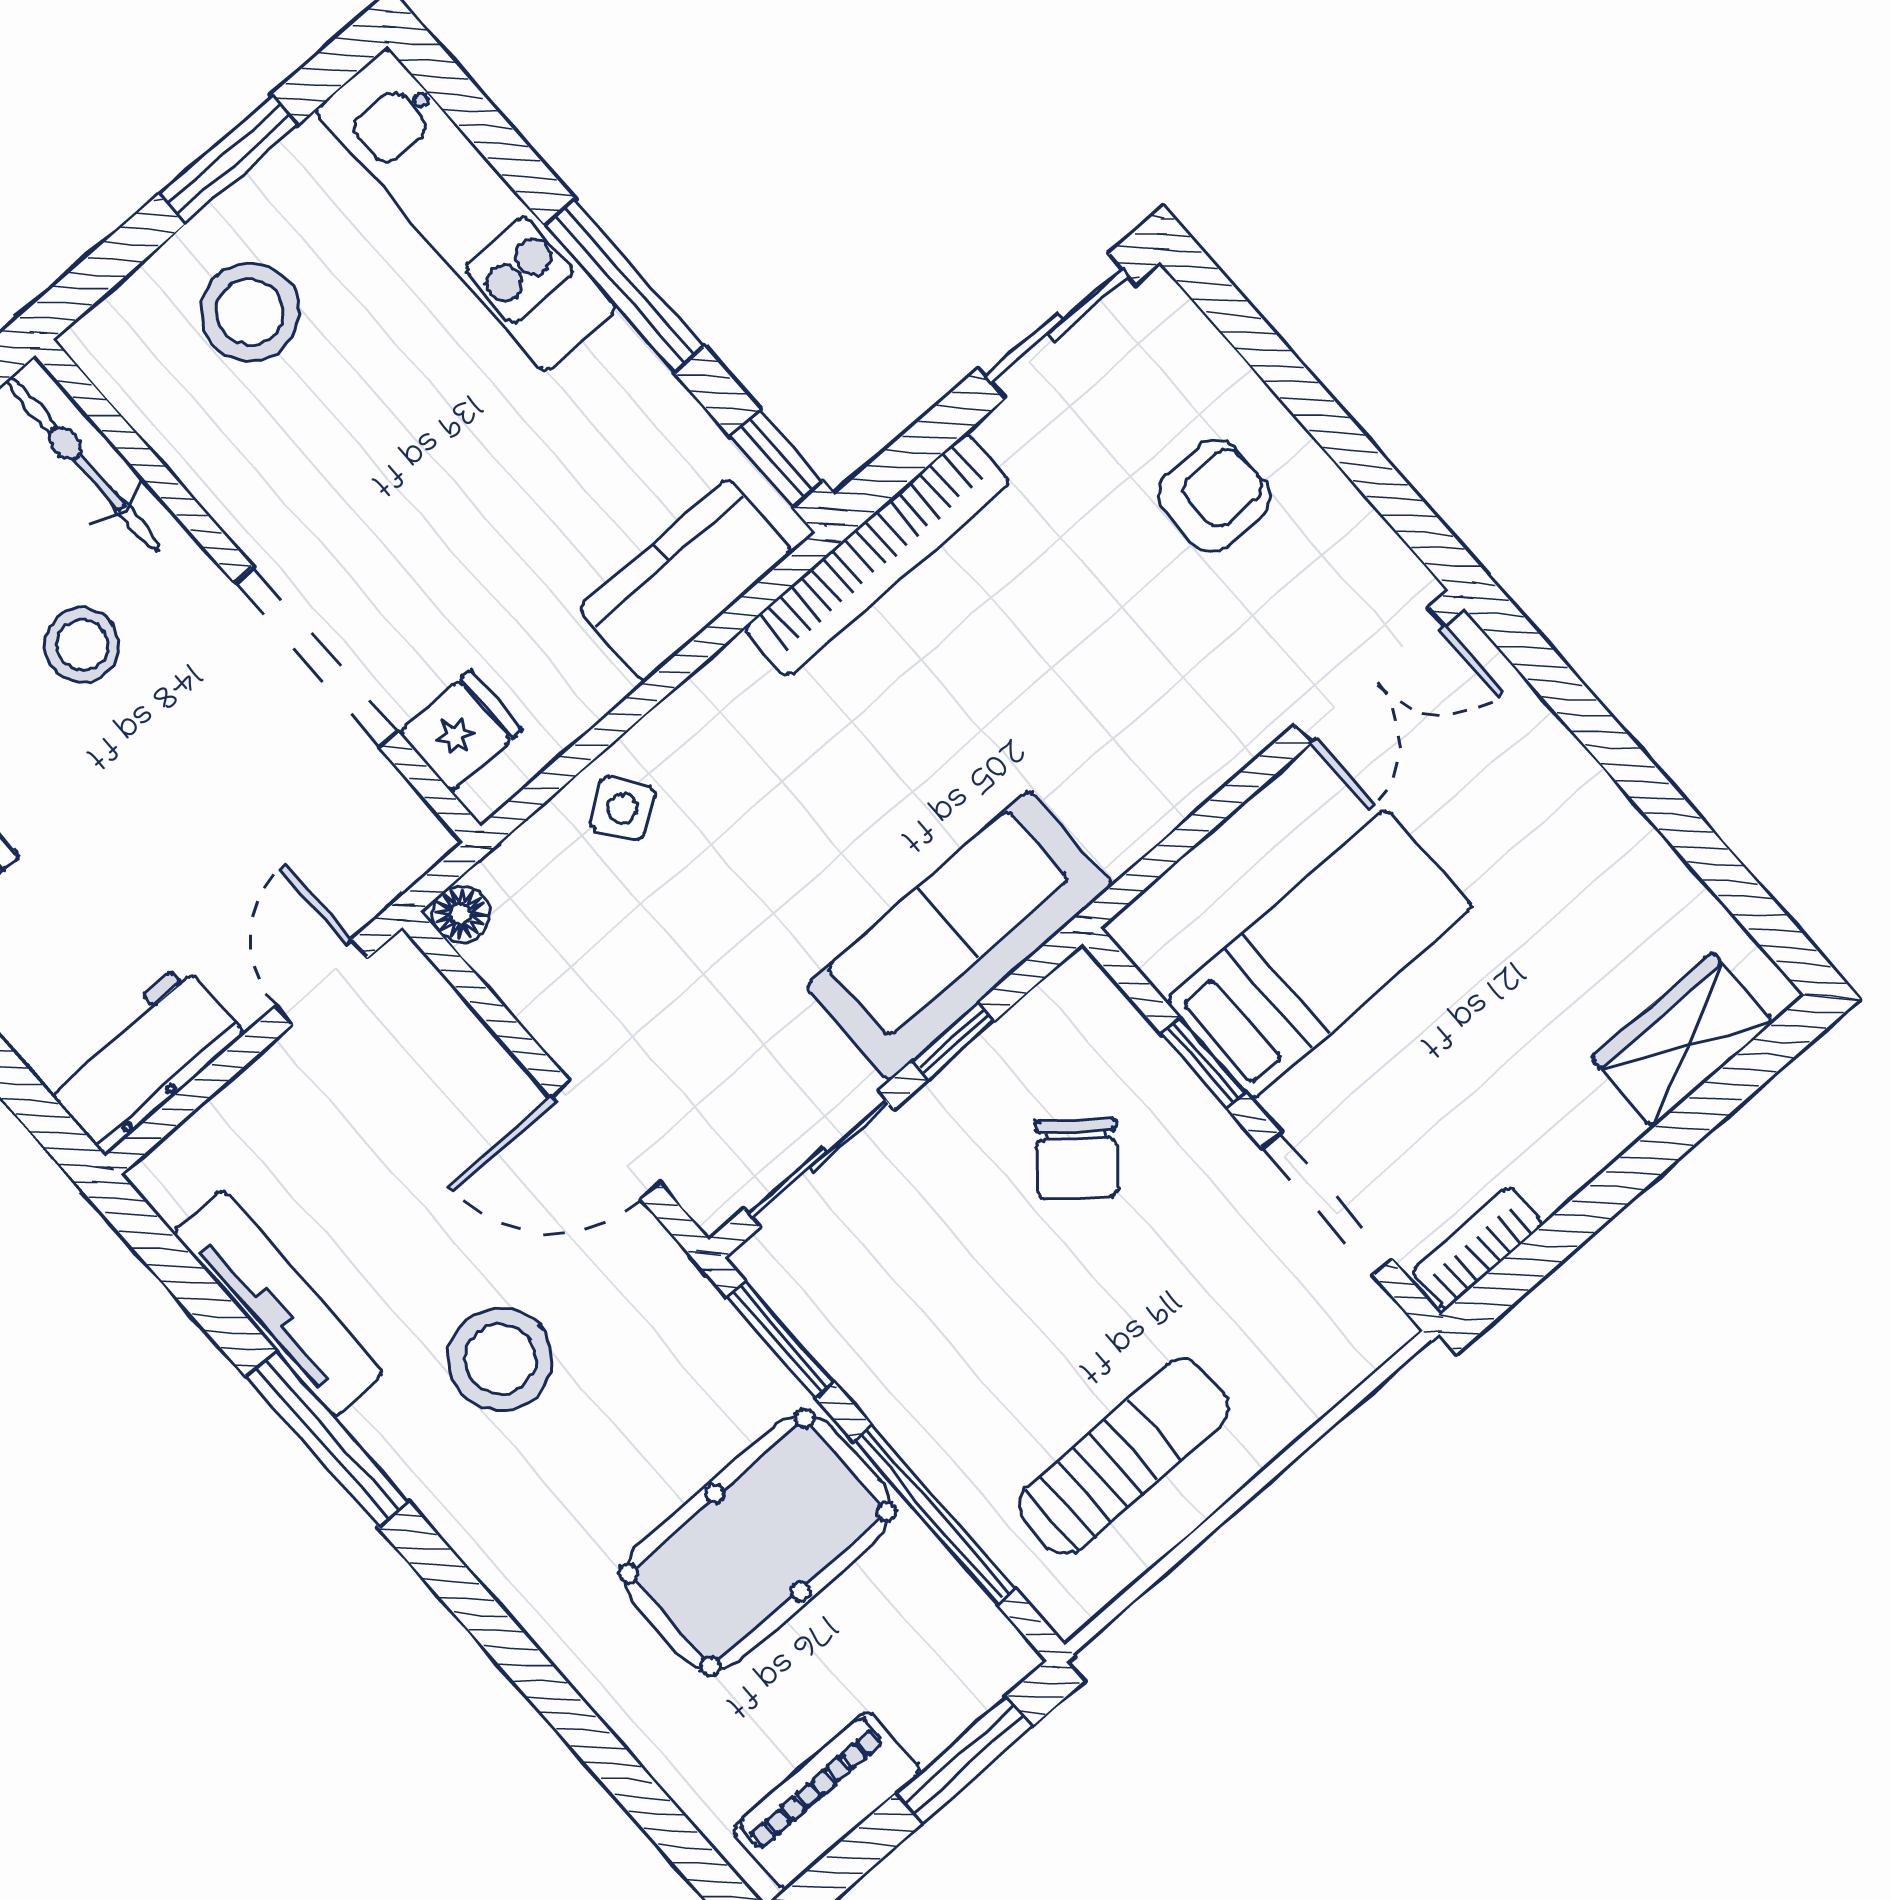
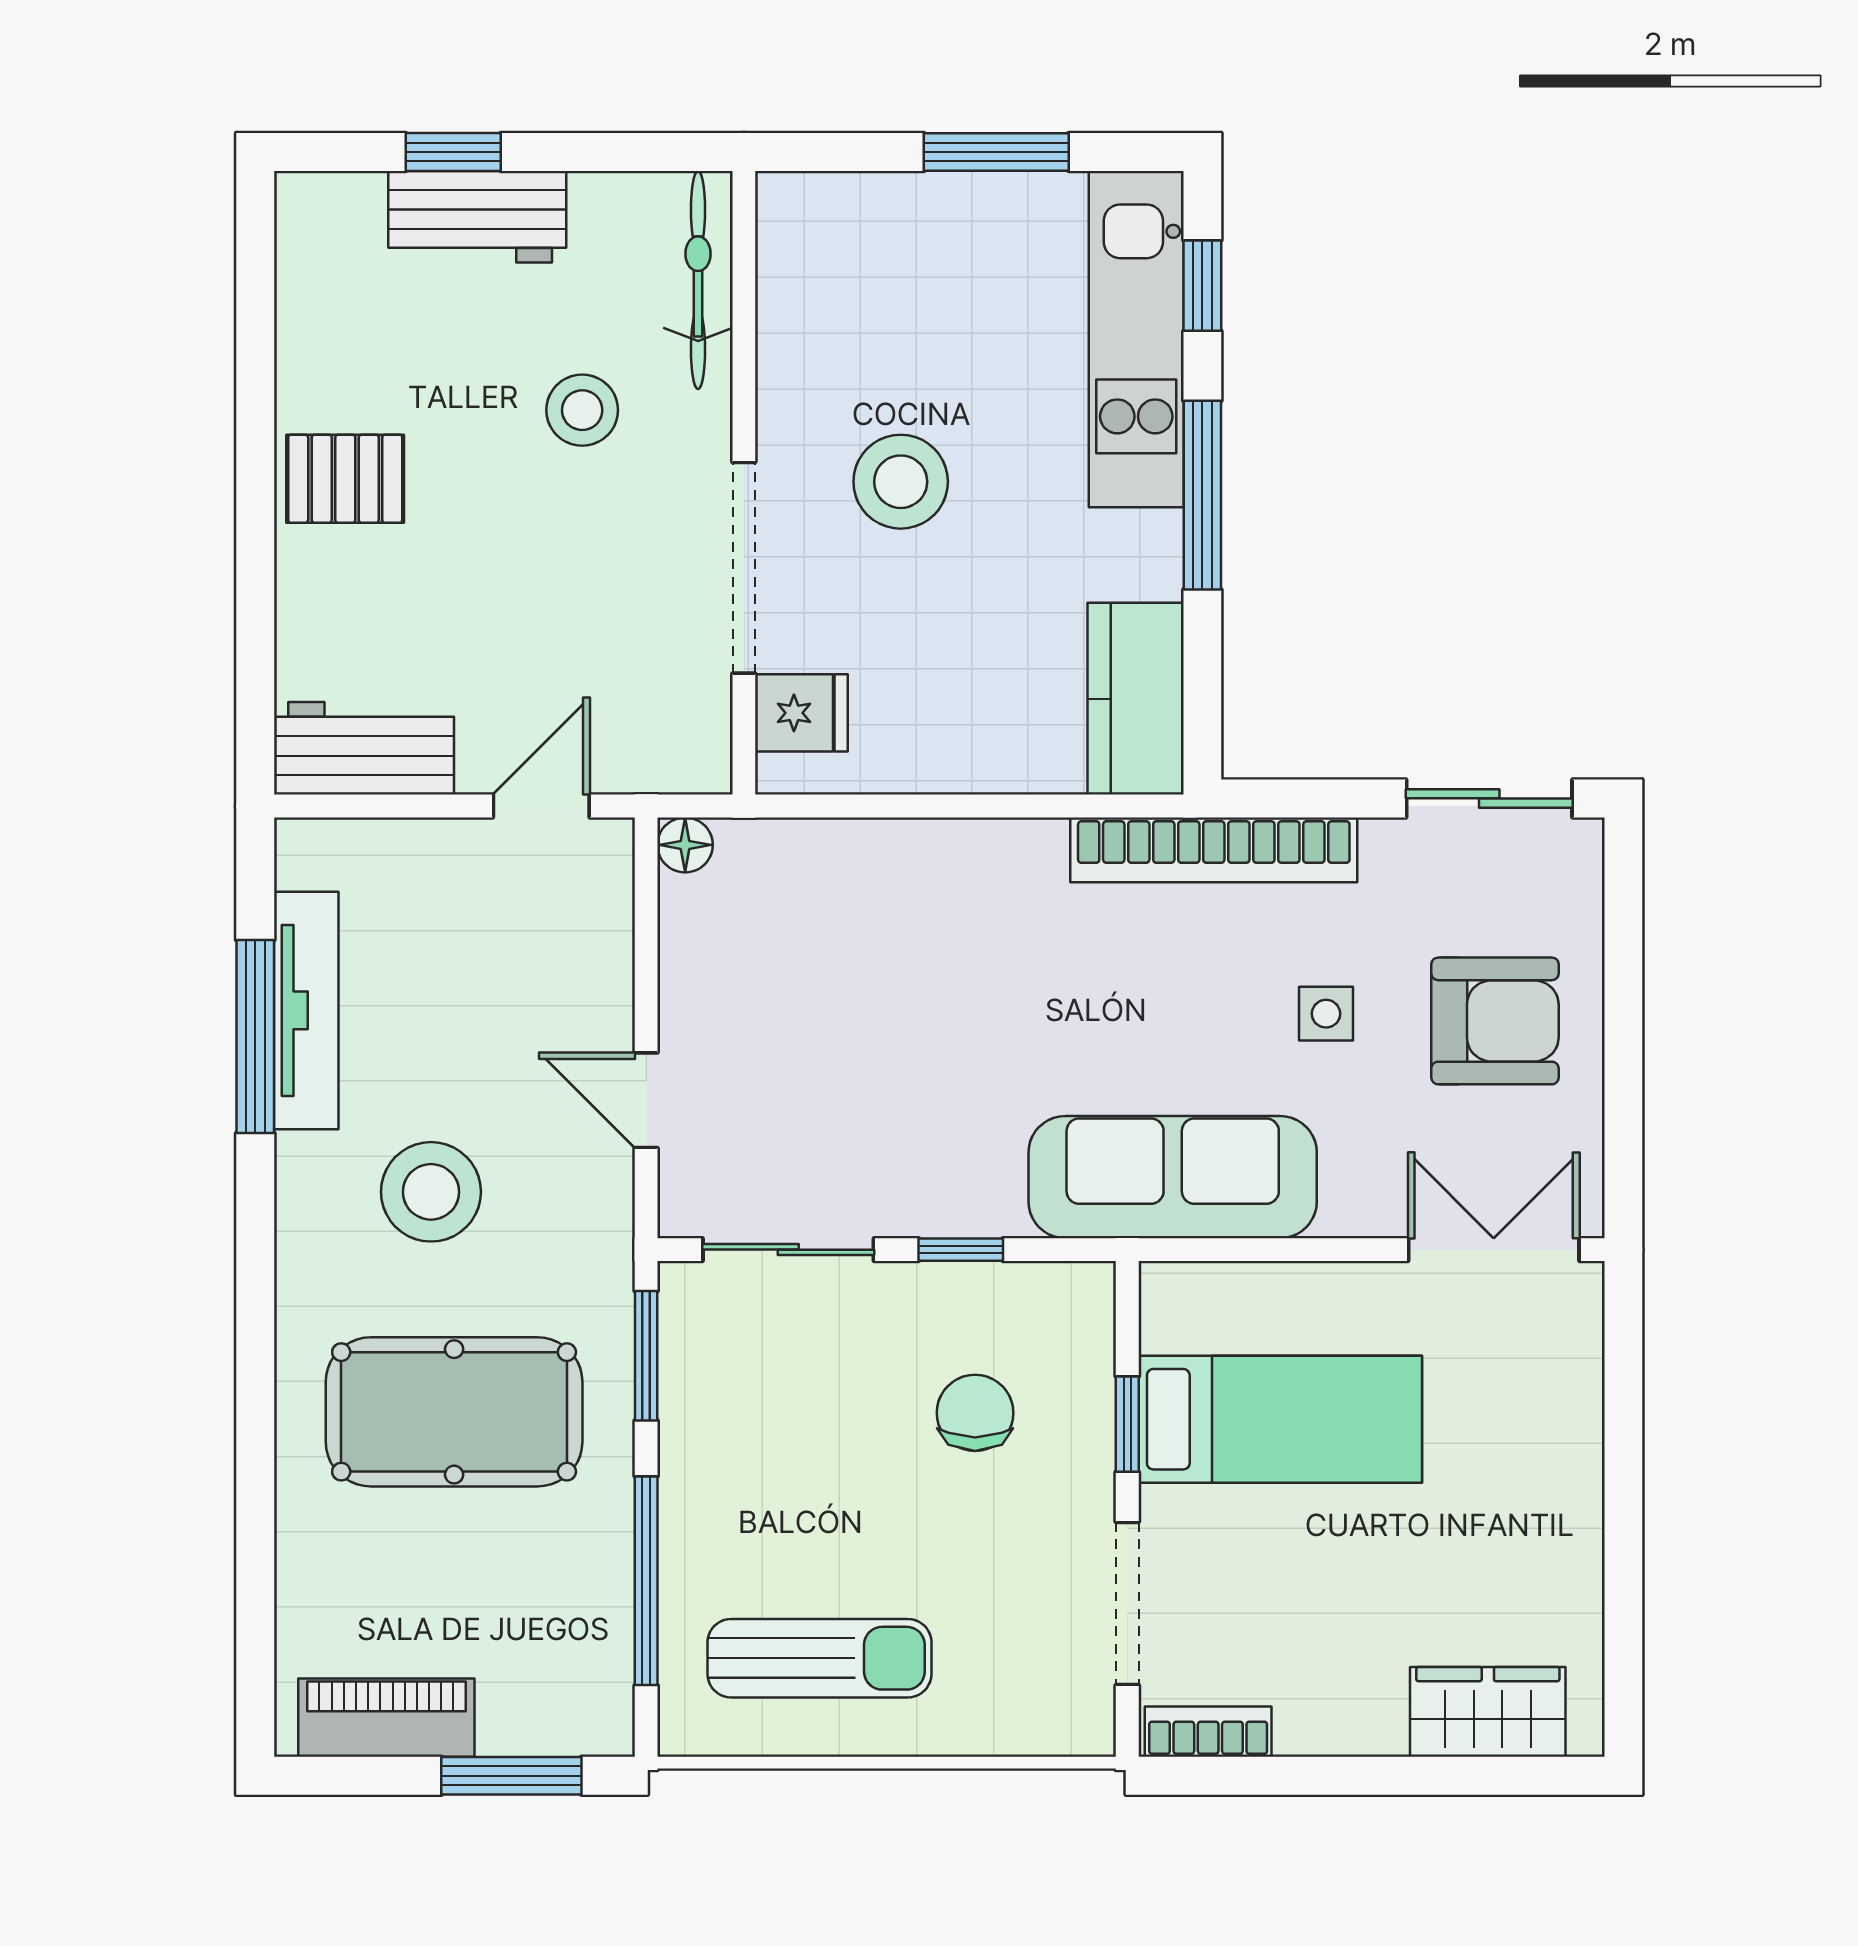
stool: (250, 312) -> (901, 482), moved
window: (776, 458) -> (1202, 286), moved
armchair: (1214, 496) -> (1495, 1021), width x1.38, depth x1.38
kitchen counter: (686, 580) -> (1136, 699), moved, turned -90
double door: (1370, 675) -> (1494, 1250), swing flipped
side table: (623, 808) -> (1326, 1014), moved, turned 34
sofa: (959, 936) -> (1173, 1177), moved
door: (605, 1140) -> (646, 1100), width x0.73
chair: (1077, 1159) -> (975, 1413), turned 141
window: (327, 1439) -> (255, 1036), moved
pool table: (758, 1543) -> (454, 1412), moved

